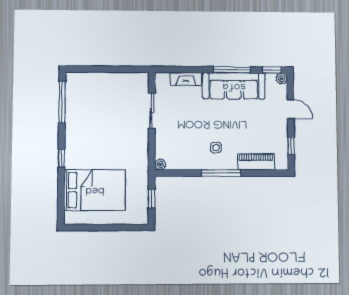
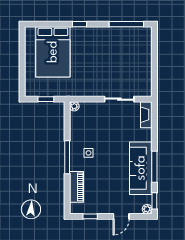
fireplace: (186, 79) -> (146, 115), moved

